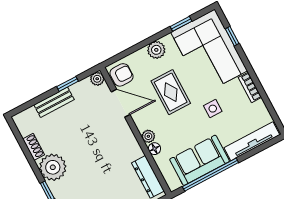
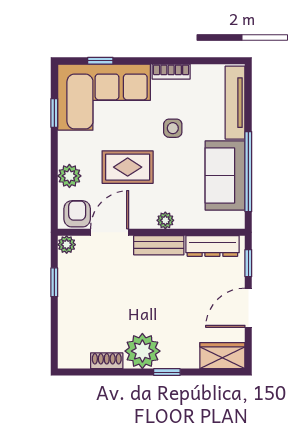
plant: (156, 50) -> (69, 176), moved
bench: (54, 102) -> (159, 245), moved, turned 90
floor lamp: (154, 149) -> (184, 221), removed

